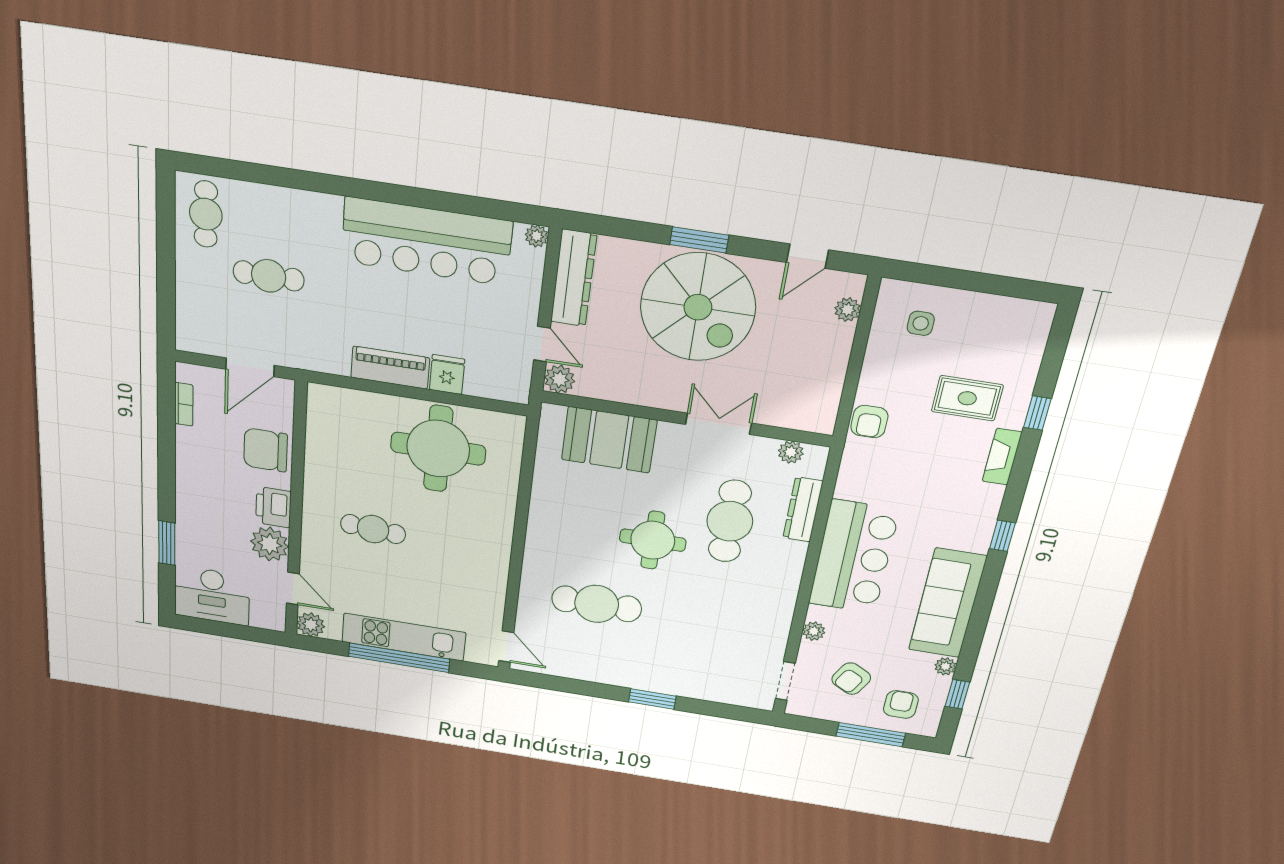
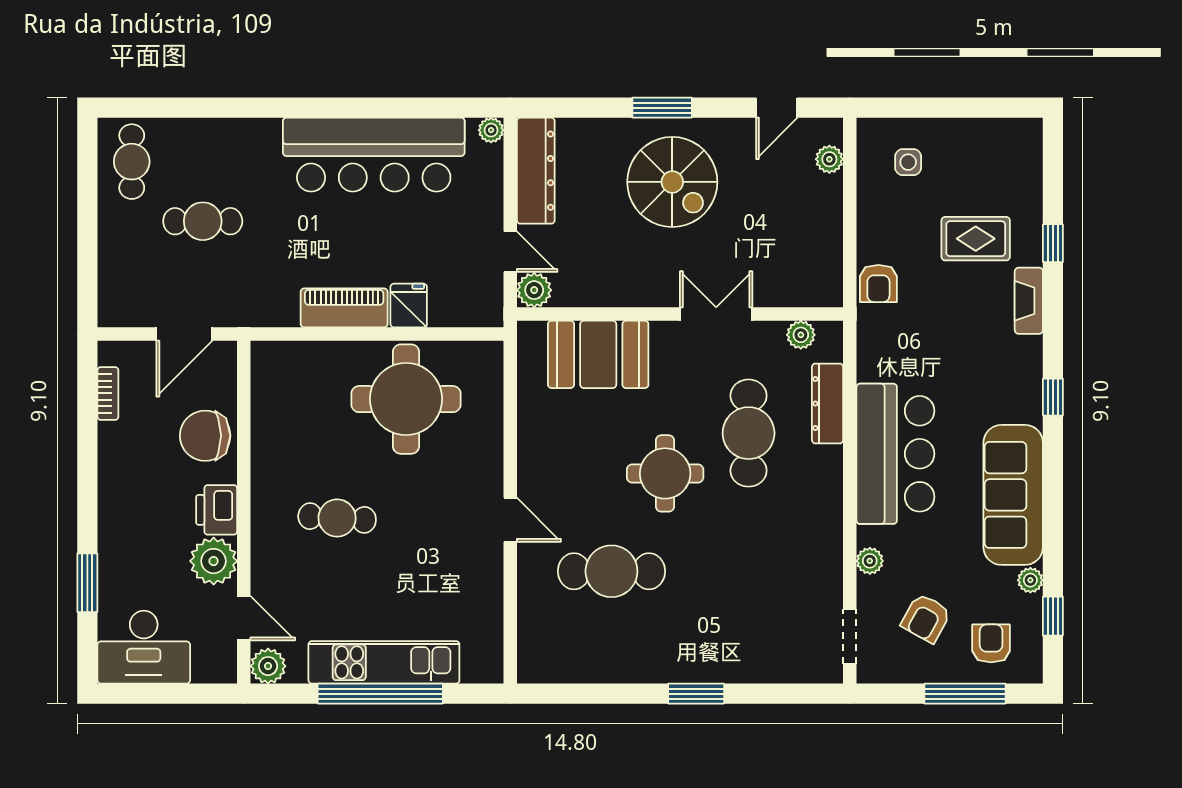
spiral stairs: (698, 307) -> (672, 182), width x0.73, depth x0.73
door: (506, 647) -> (510, 520), moved

